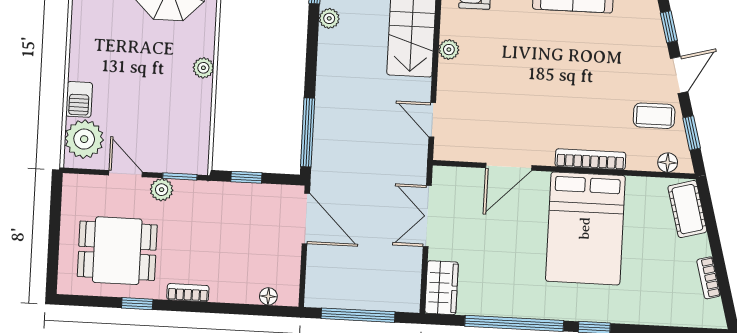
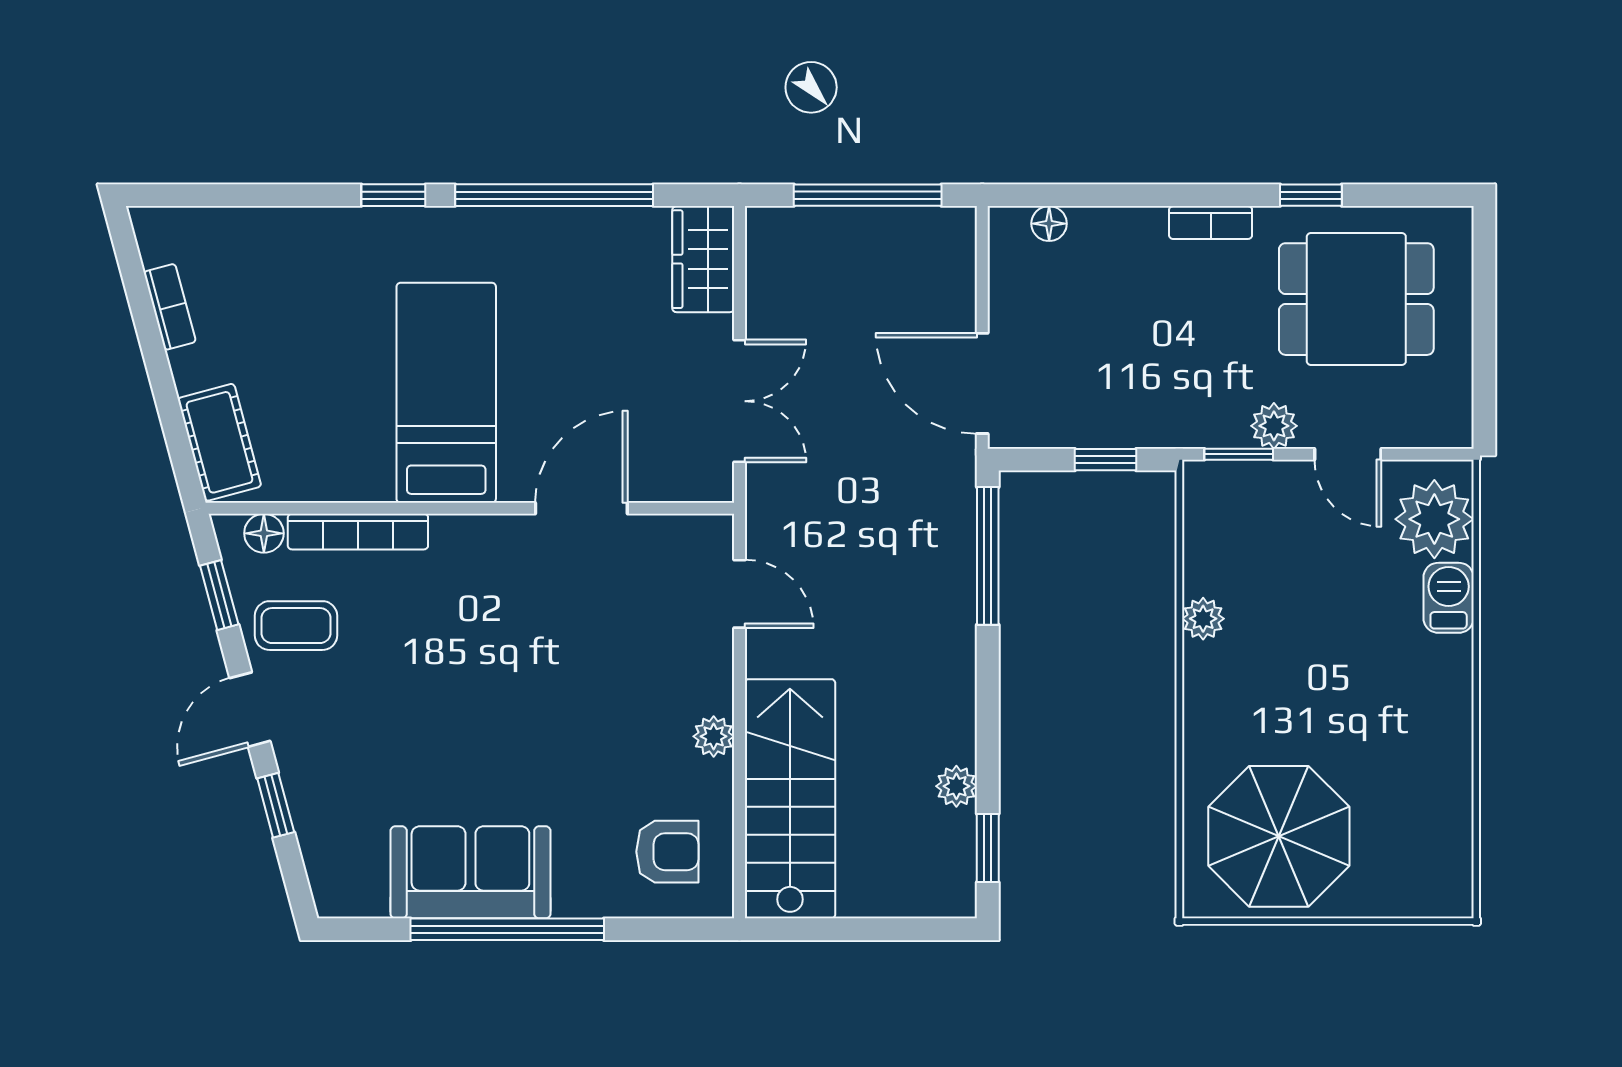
plant: (203, 68) -> (1203, 619), moved
bookcase: (590, 159) -> (358, 532), moved
bed: (585, 228) -> (446, 393), width x0.67

